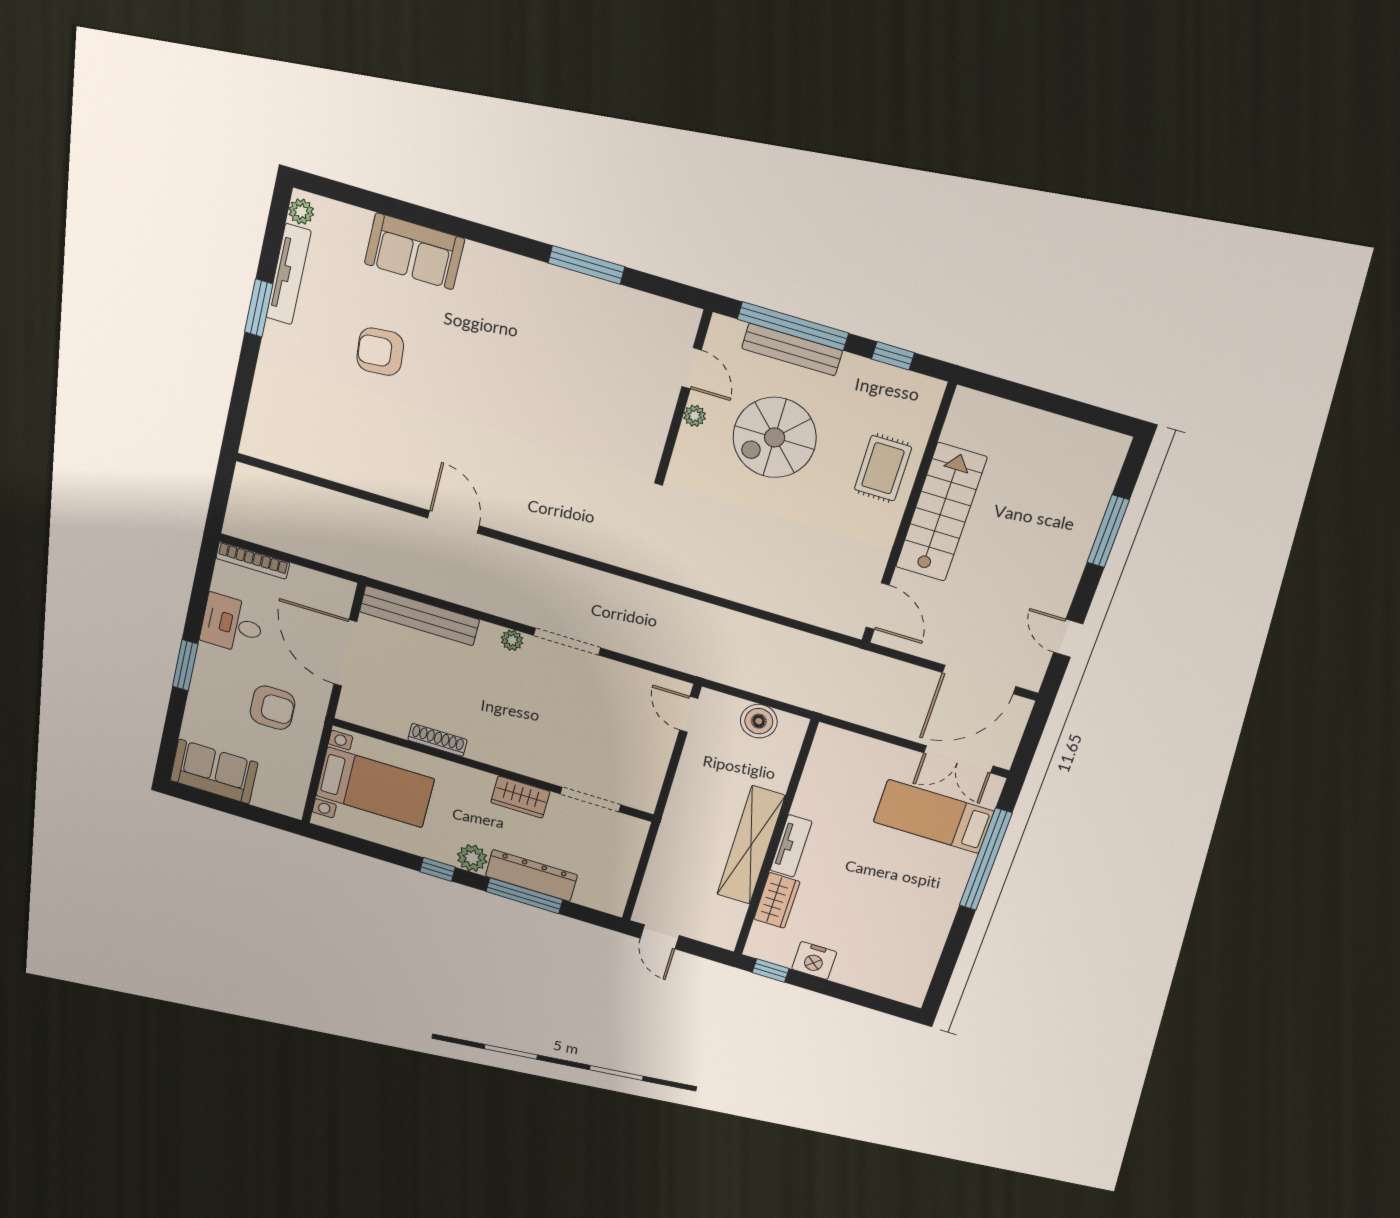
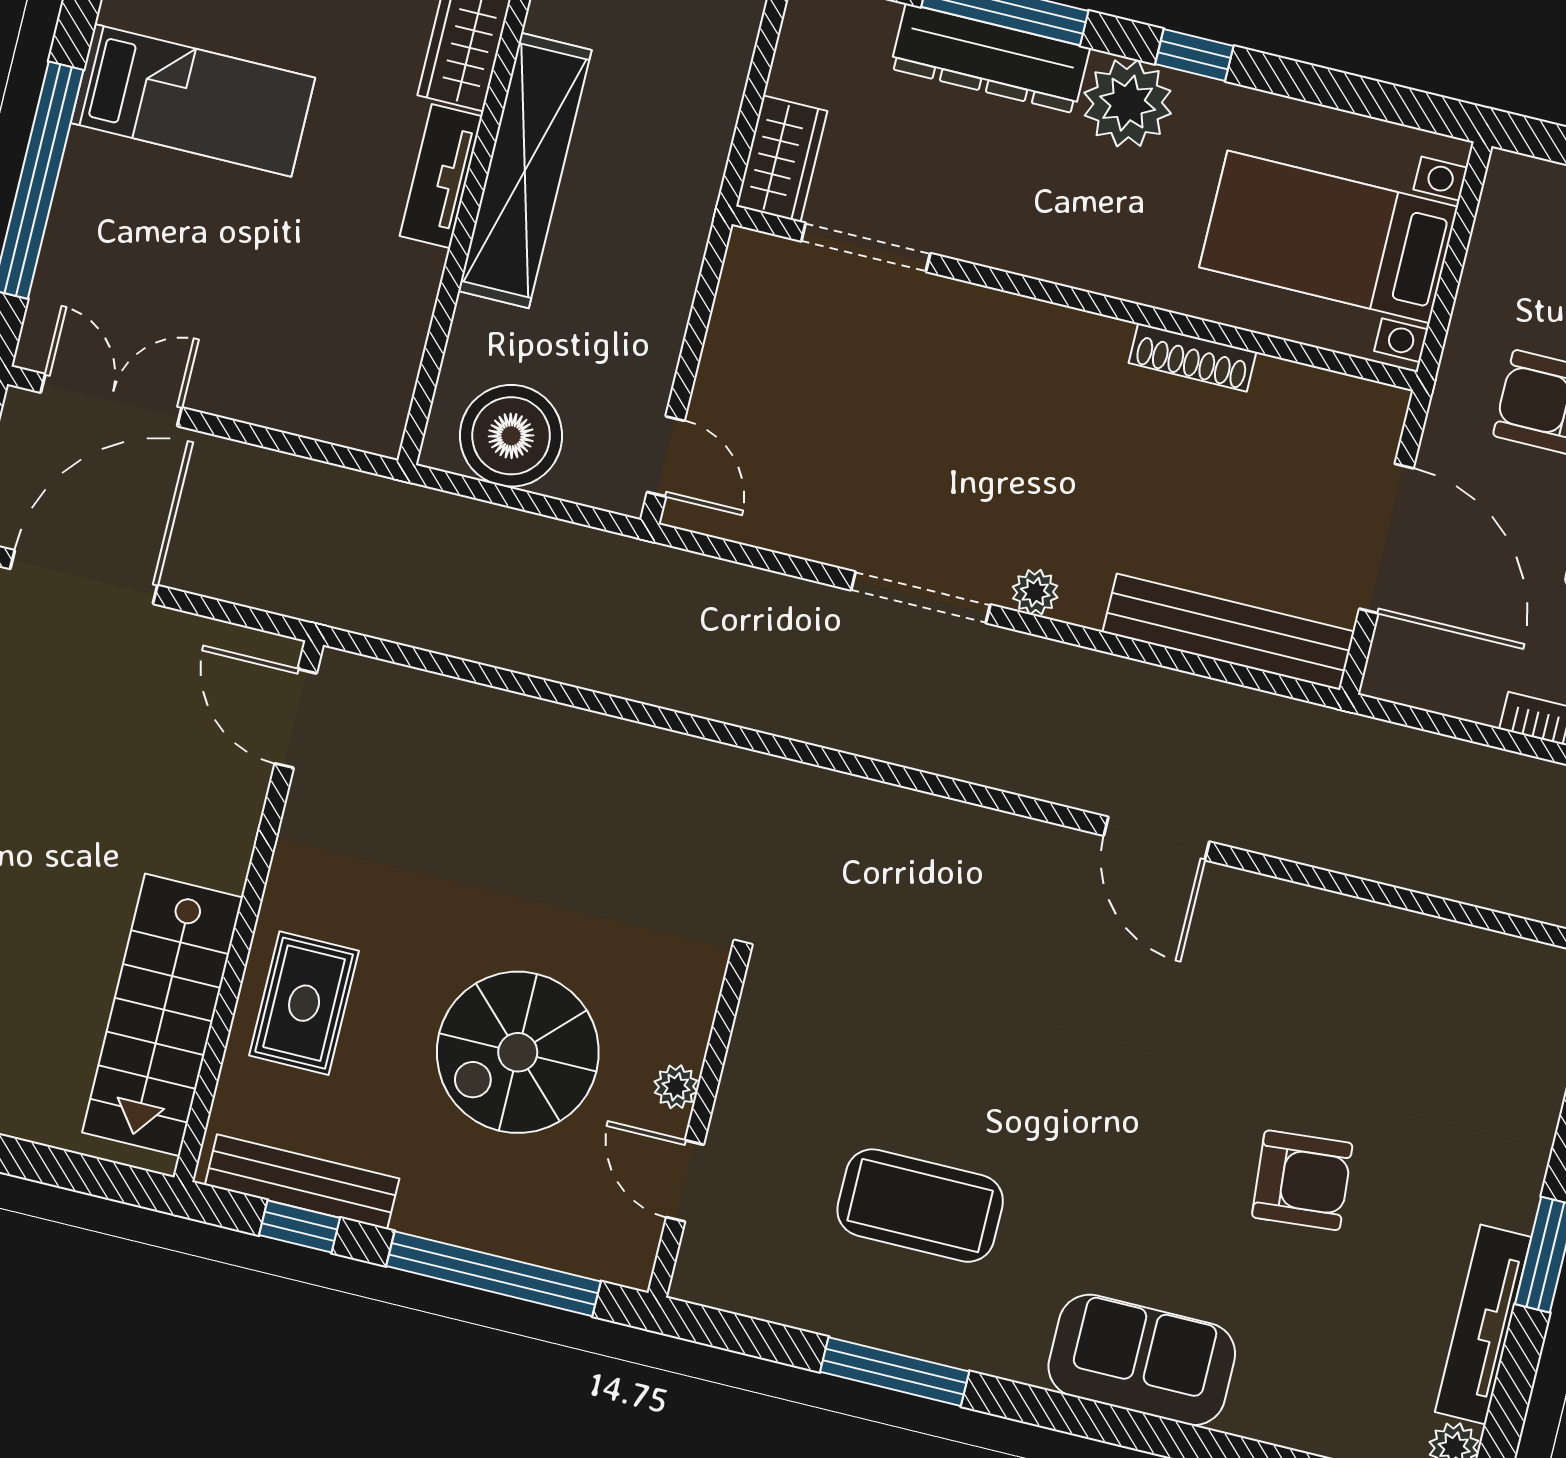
sofa: (414, 251) -> (1142, 1360), moved
coffee table: (572, 349) -> (920, 1206), added
bench: (792, 350) -> (302, 1182), moved
spiral stairs: (775, 437) -> (518, 1052), turned 180
stairs: (941, 512) -> (162, 1015), moved
boiler: (759, 721) -> (511, 436), width x1.37, depth x1.37
wardrobe: (520, 797) -> (782, 159), moved, turned 90
bed: (934, 816) -> (193, 100), moved
plant: (472, 858) -> (1128, 103), width x1.36, depth x1.36

